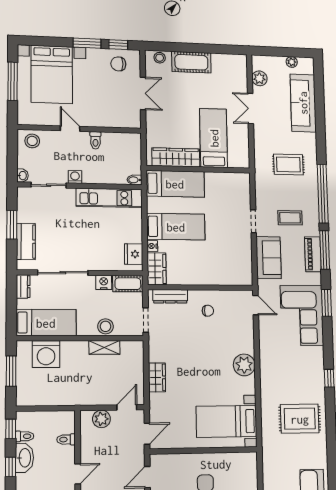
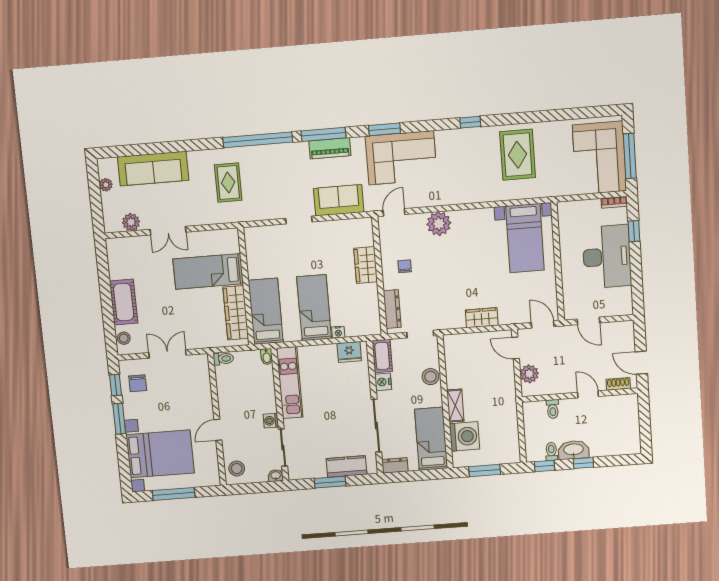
toilet: (95, 140) -> (223, 359), moved
coffee table: (290, 218) -> (290, 177), removed
wardrobe: (157, 269) -> (366, 265), moved, turned -90
shelving: (104, 347) -> (455, 406), moved
plant: (244, 365) -> (439, 224), moved

